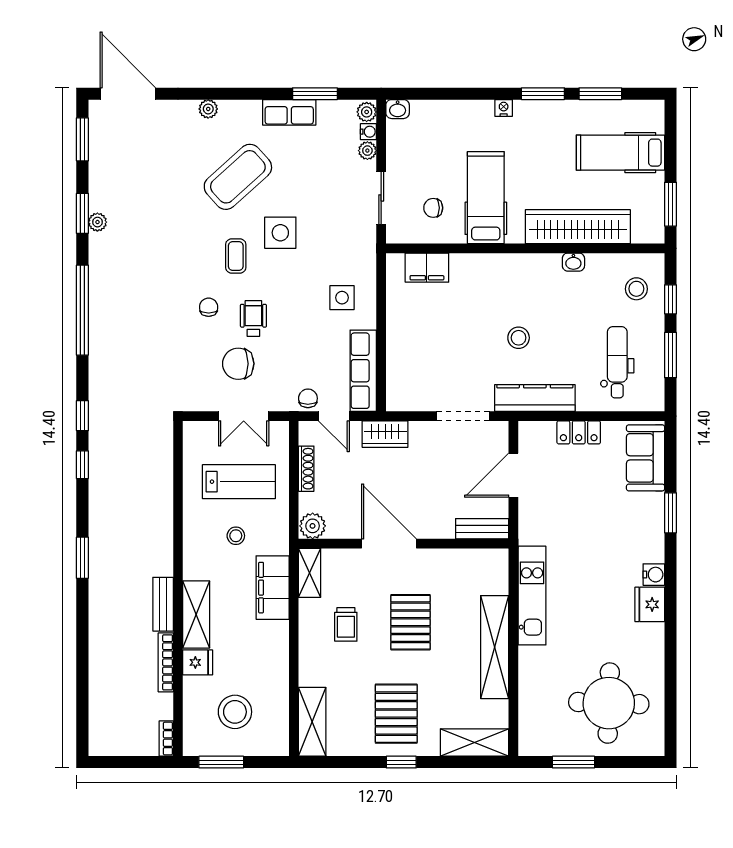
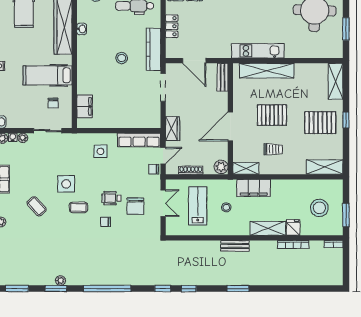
coffee table: (238, 177) -> (37, 206), width x0.54, depth x0.58
bench: (163, 604) -> (235, 246), moved
shelving: (495, 647) -> (267, 71), moved

